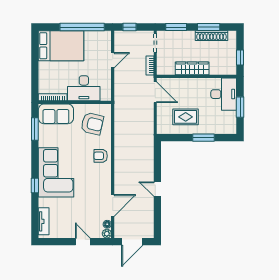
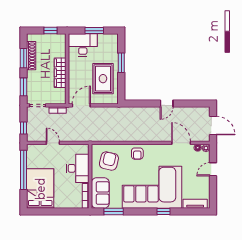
rug: (186, 117) -> (103, 79), width x1.36, depth x1.43
corner sofa: (56, 172) -> (152, 187), width x1.36, depth x1.36

